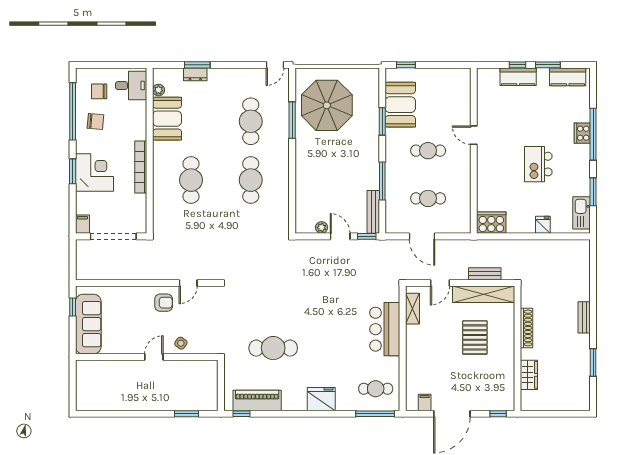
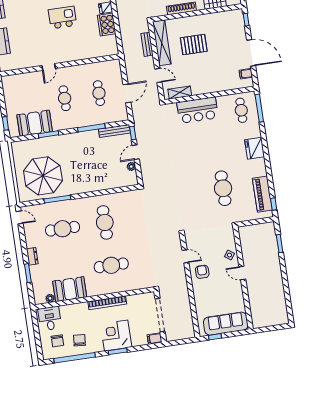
dresser: (195, 74) -> (32, 256), moved
kitchen island: (538, 164) -> (62, 18), turned 180
cafe table: (251, 180) -> (105, 222), turned 90
cooker: (491, 223) -> (107, 25), moved

